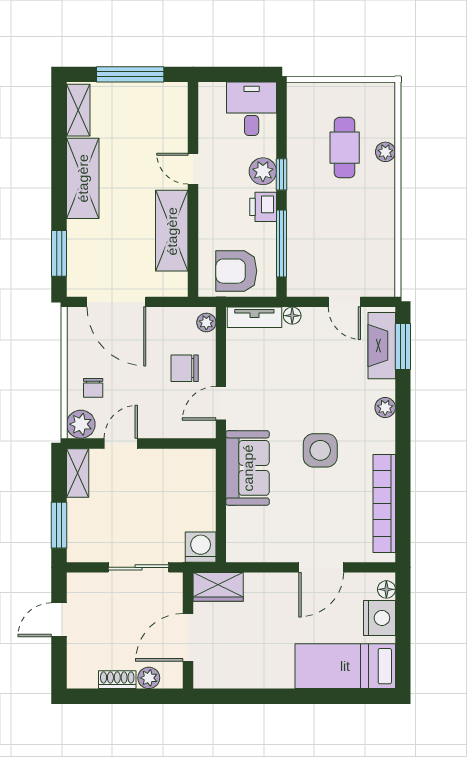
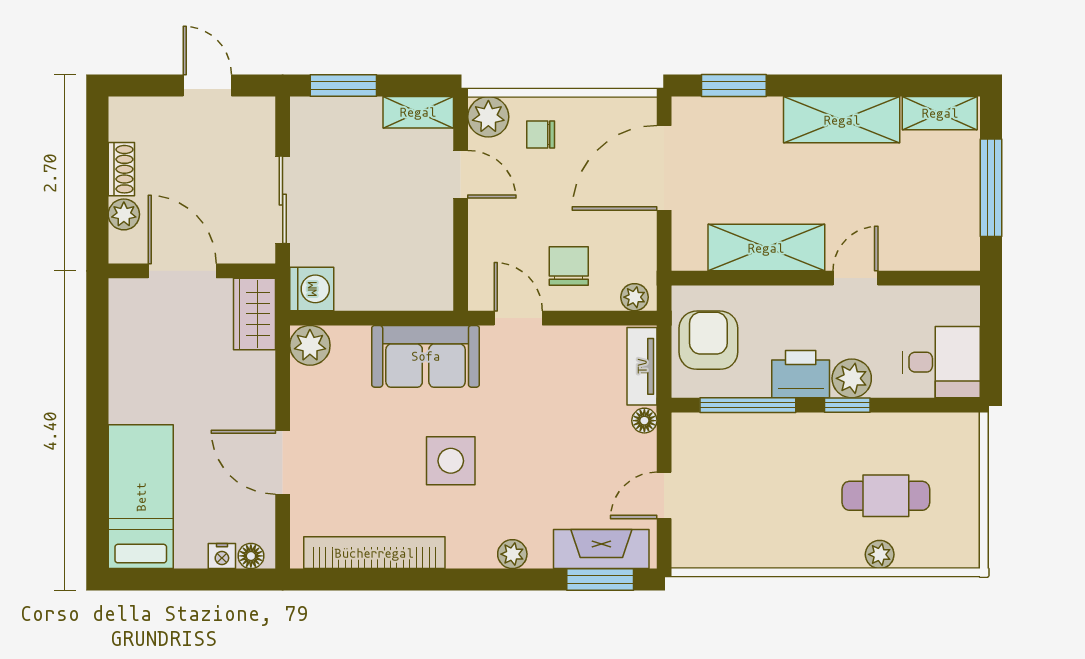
printer: (263, 207) -> (801, 374), width x1.36, depth x1.24
plant: (240, 548) -> (310, 345), added
nightstand: (379, 618) -> (222, 556), width x0.53, depth x0.56

